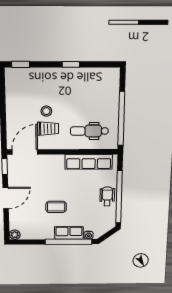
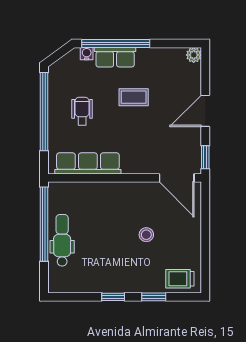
window: (21, 64) -> (154, 297), moved
trolley: (48, 129) -> (180, 279), moved
dental chair: (89, 131) -> (62, 240), moved, turned -90
door: (25, 152) -> (177, 178), hinge flipped
wheelchair: (107, 196) -> (82, 111), moved, turned 180

